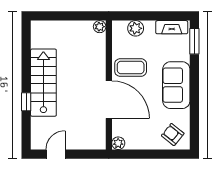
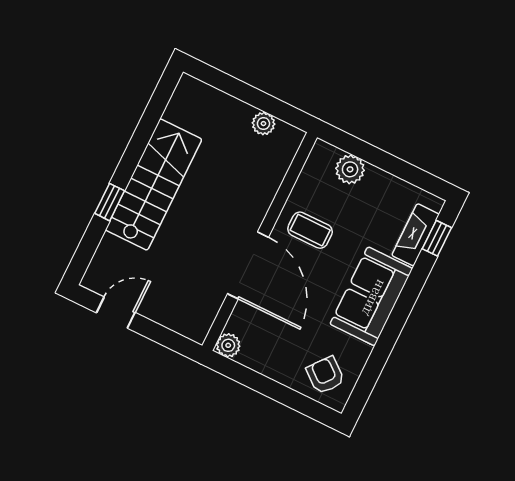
plant: (100, 27) -> (263, 124), moved
fireplace: (172, 27) -> (415, 235), moved, turned 90
window: (194, 41) -> (437, 238), width x0.67
coffee table: (131, 67) -> (310, 230), width x0.73, depth x0.77

